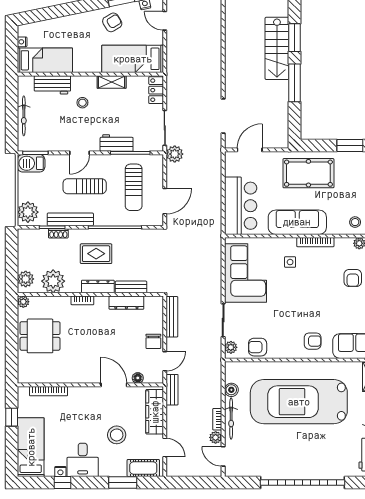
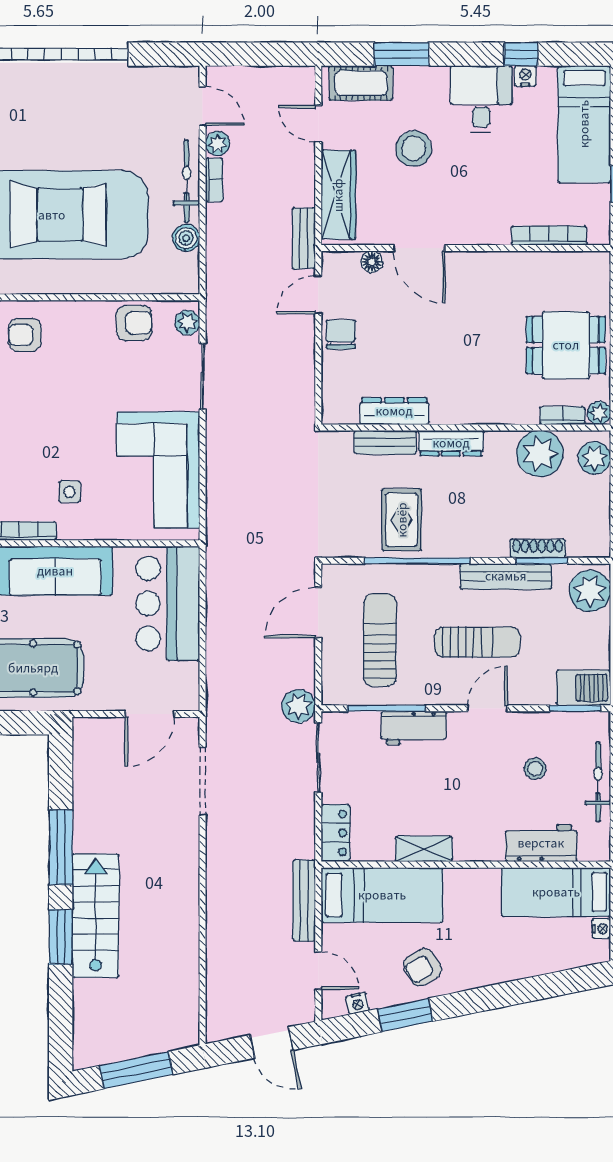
stool: (82, 103) -> (535, 769), moved
shoe rack: (58, 233) -> (538, 548), width x1.43
rug: (96, 254) -> (402, 520), moved, turned 90
bookcase: (82, 300) -> (563, 416), moved
bench: (172, 317) -> (304, 900), moved

